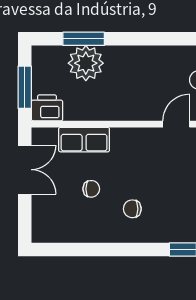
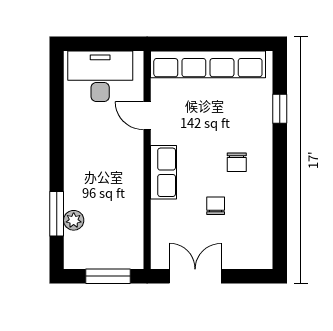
plant: (86, 63) -> (74, 220), width x0.53, depth x0.53
printer: (47, 108) -> (130, 253), removed
row of seats: (84, 140) -> (163, 172), moved

